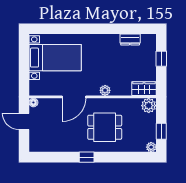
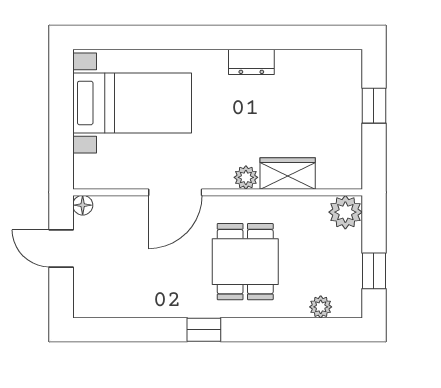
dresser: (130, 40) -> (251, 62), moved
wardrobe: (144, 89) -> (288, 173), moved
dining table: (105, 127) -> (245, 262), turned 90
plant: (151, 147) -> (321, 307), moved

